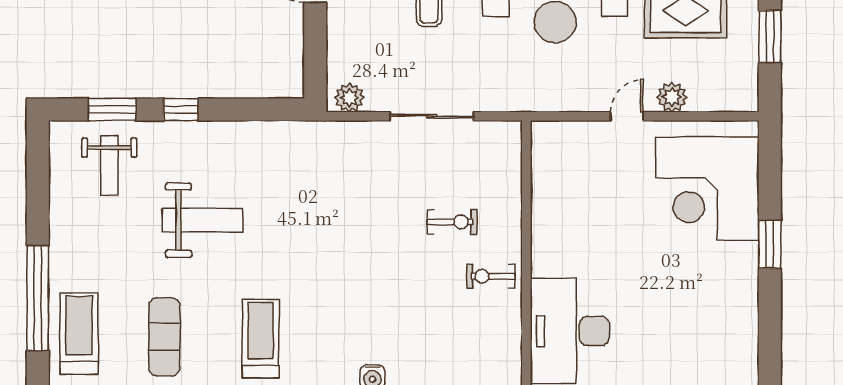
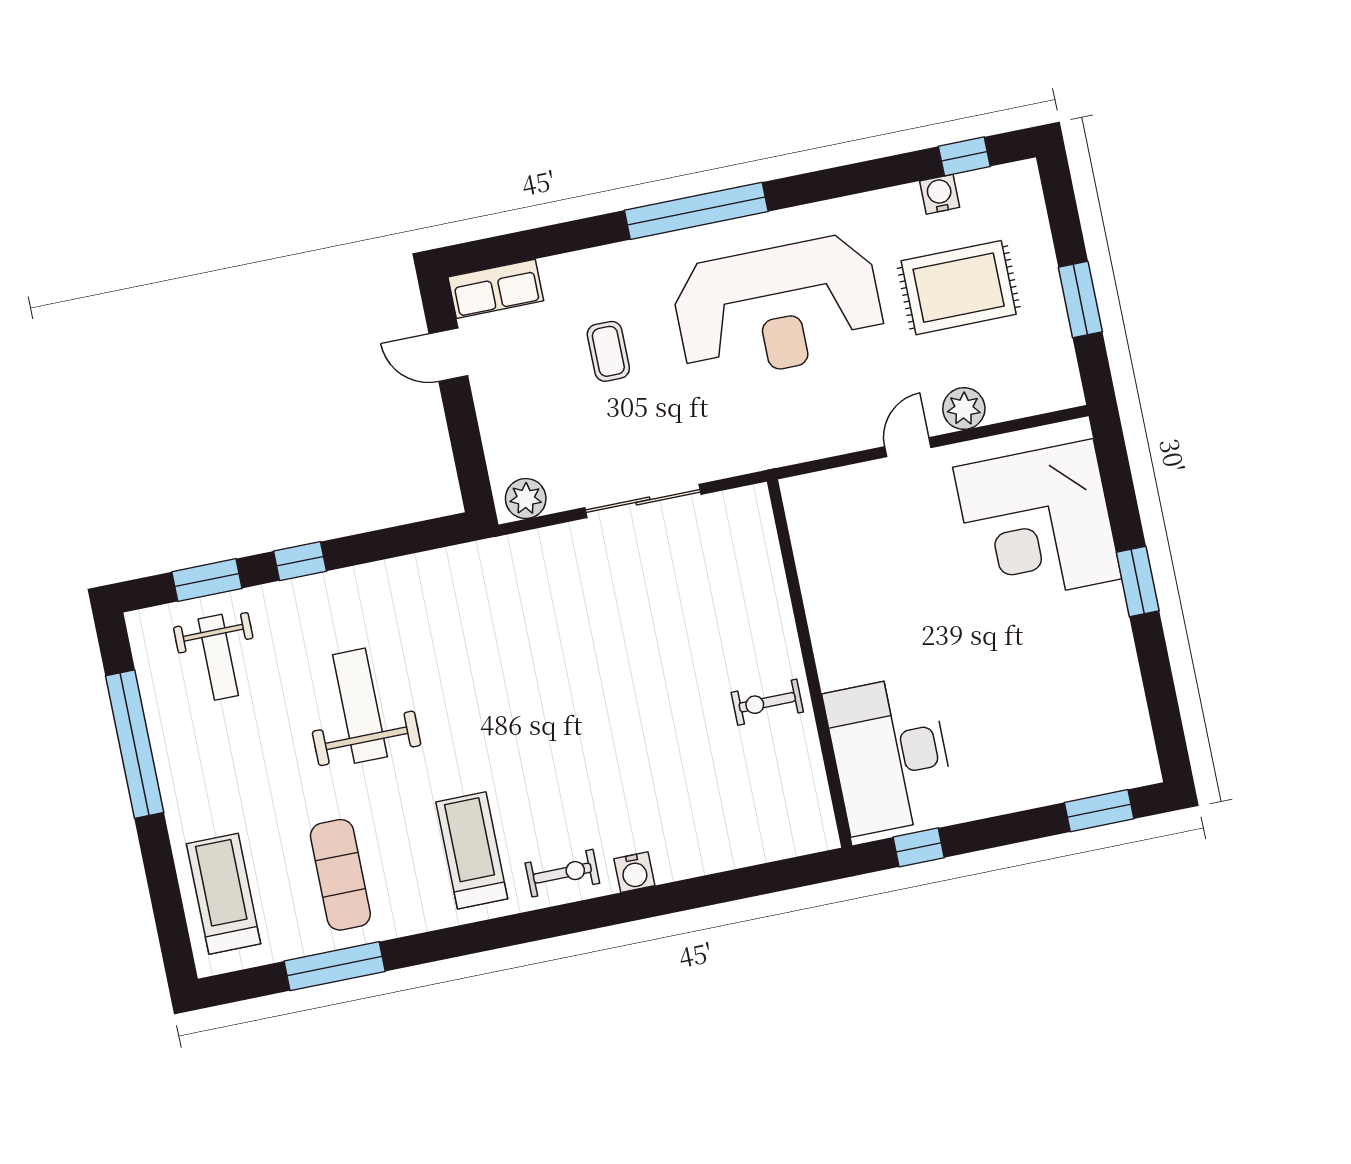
weight bench: (202, 220) -> (360, 706), turned -90
exercise bike: (452, 222) -> (562, 873), moved
window: (38, 298) -> (135, 744), moved

